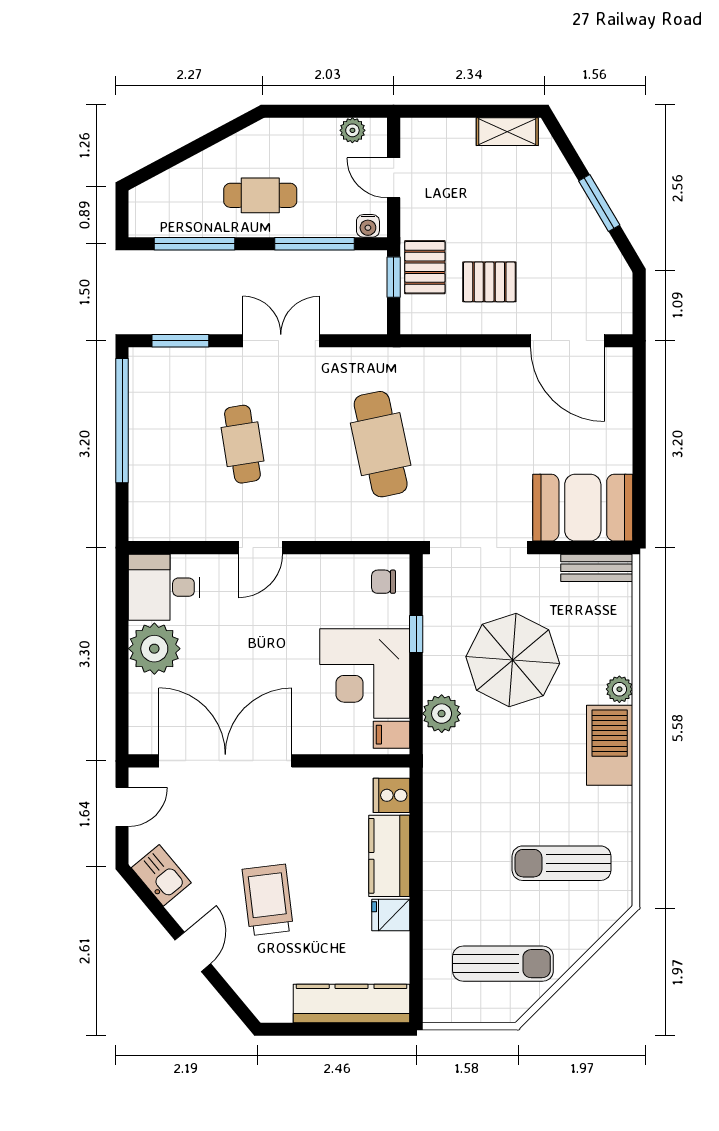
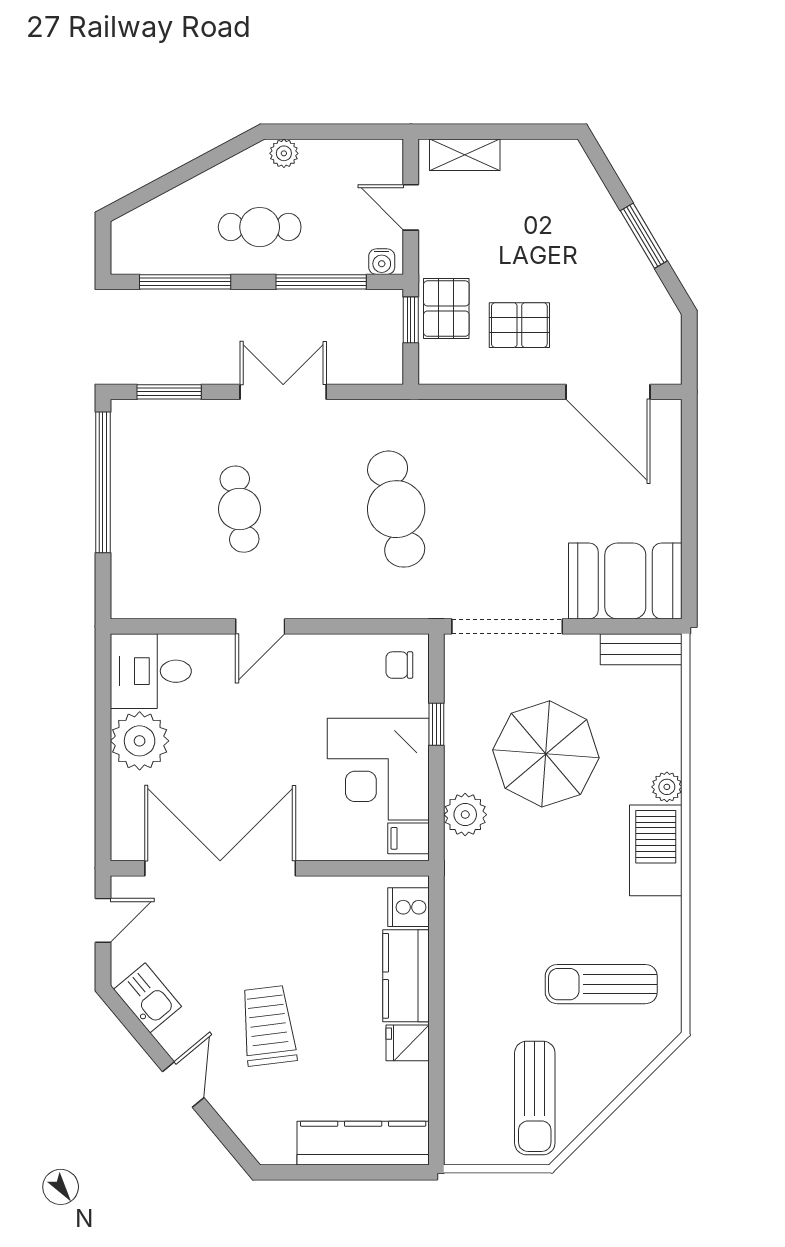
plant: (352, 130) -> (284, 153), moved
shelving: (507, 132) -> (465, 155), moved
sun lounger: (503, 964) -> (535, 1098), turned 90

